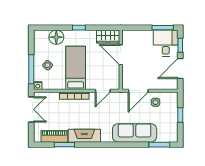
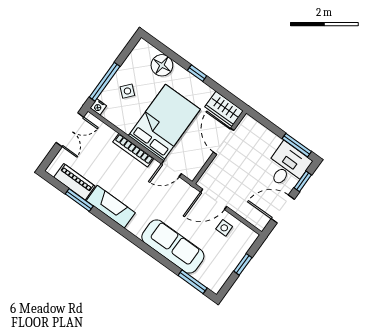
bed: (76, 68) -> (164, 122), width x1.50

